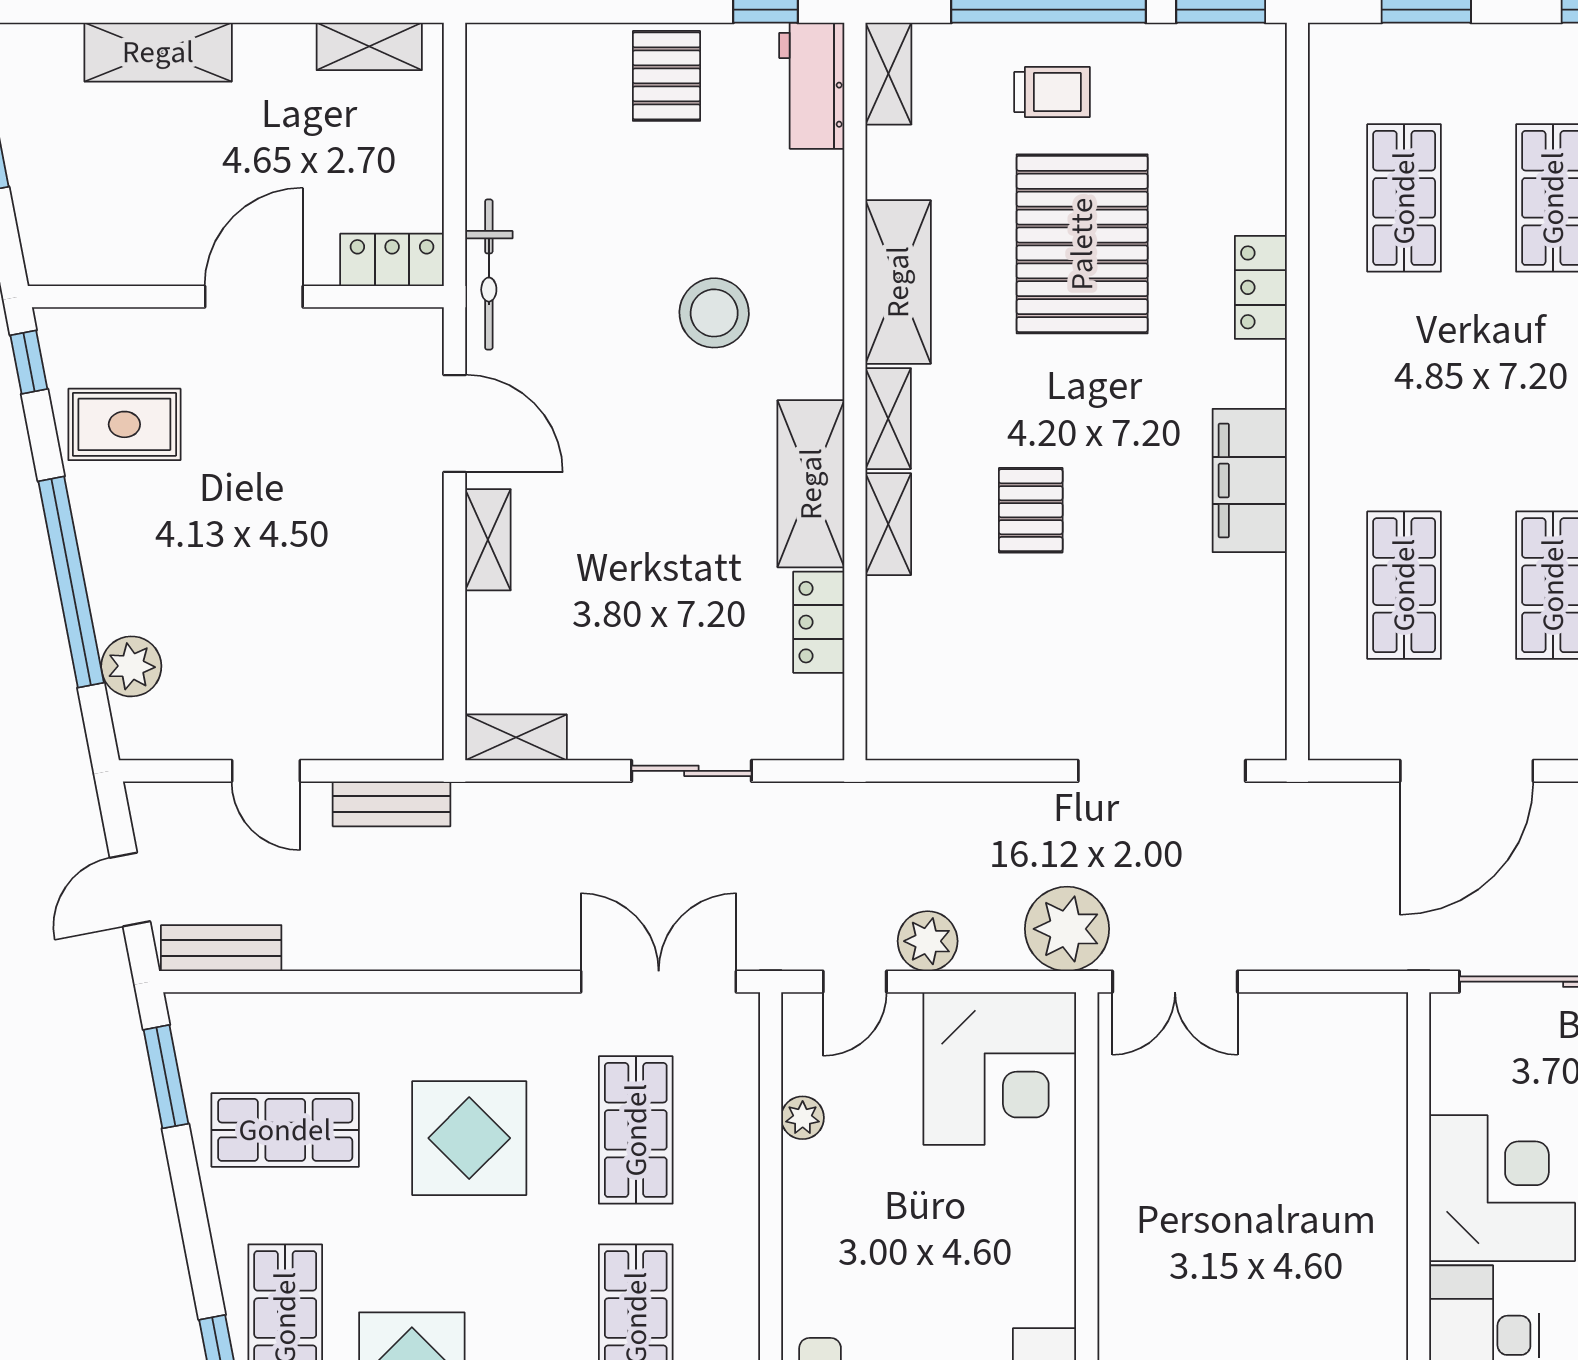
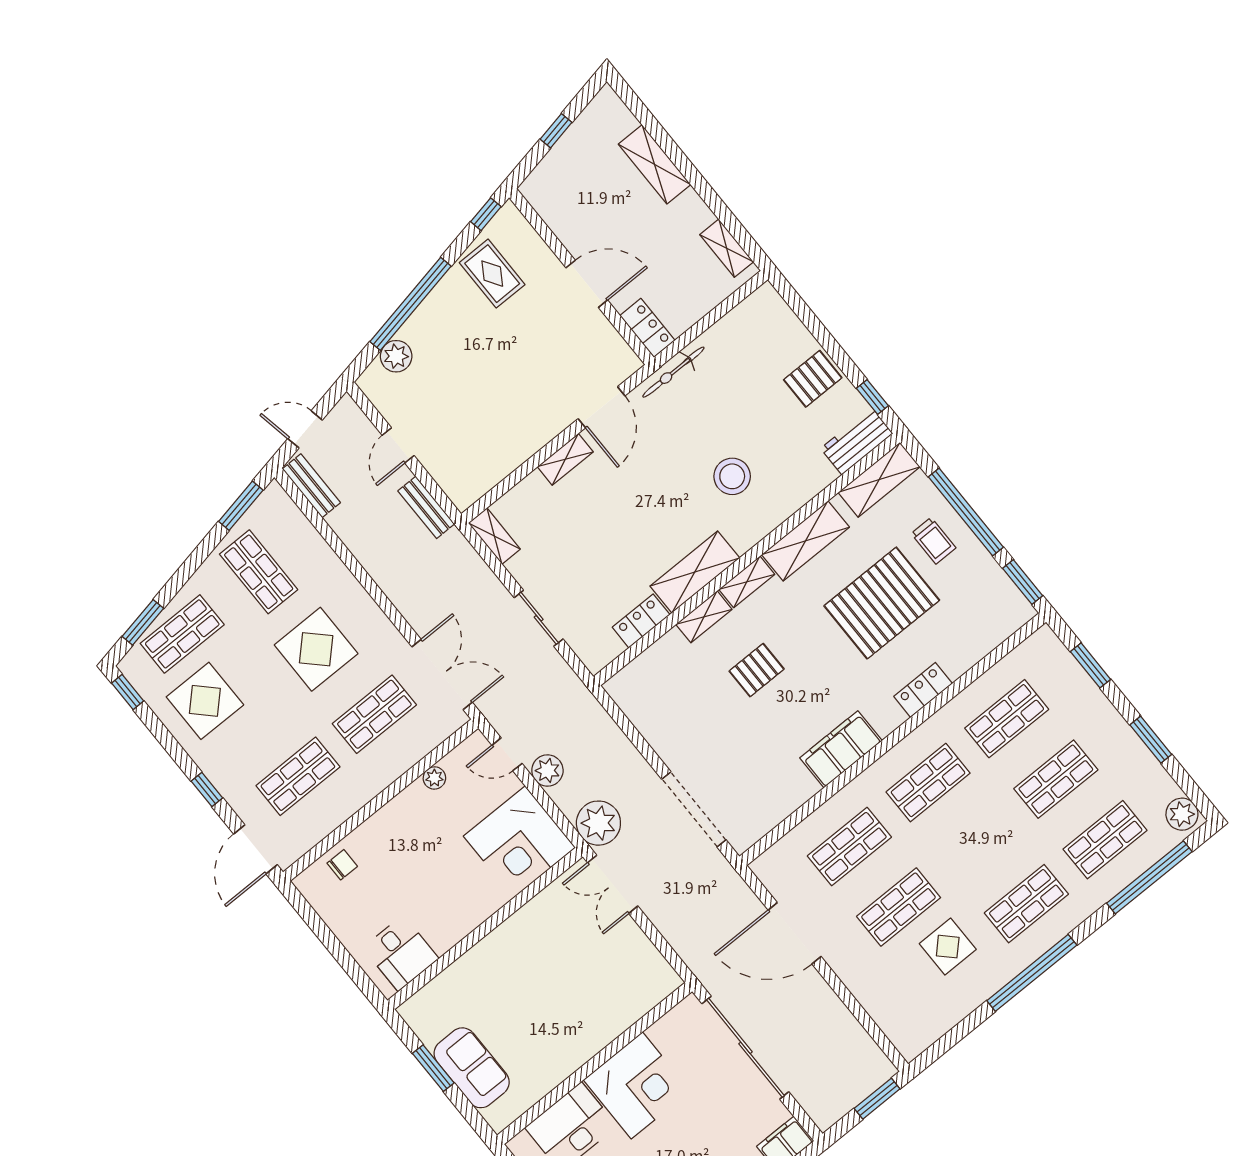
shelving: (888, 74) -> (879, 480), width x1.50, depth x1.33
shop shelf: (1404, 392) -> (928, 783), added

